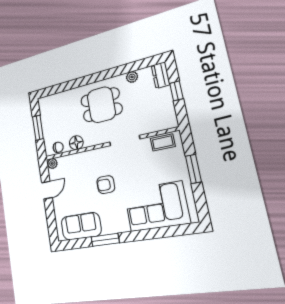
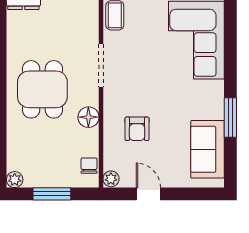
plant: (132, 77) -> (15, 180), moved
floor lamp: (76, 143) -> (88, 117), moved
armchair: (106, 185) -> (137, 129), moved

